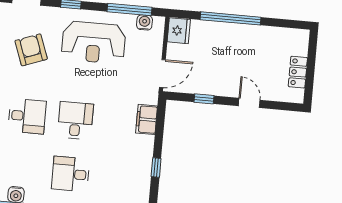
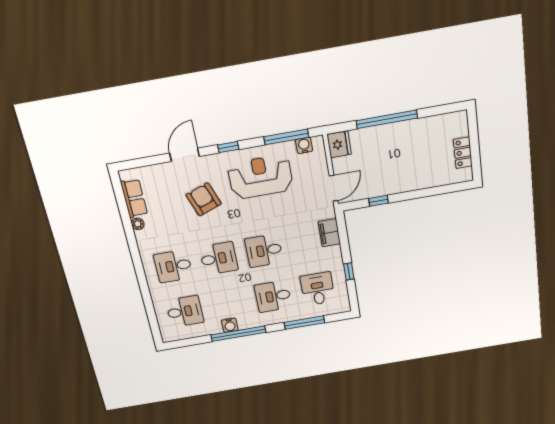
reception desk: (94, 42) -> (261, 177), turned 180
door: (249, 103) -> (422, 193), removed
desk: (75, 120) -> (264, 251), turned -90
desk: (119, 178) -> (318, 289), added

